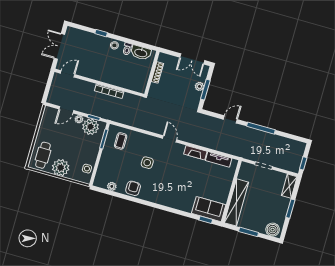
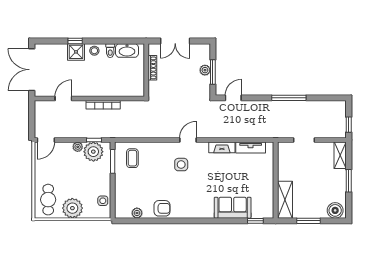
shower: (99, 42) -> (76, 52), added
double door: (59, 46) -> (32, 70), width x1.37
double door: (192, 59) -> (175, 41), moved
door: (68, 74) -> (63, 99), moved
door: (66, 110) -> (46, 140), moved
door: (230, 119) -> (233, 98), moved
door: (170, 139) -> (188, 140), hinge flipped
side table: (147, 163) -> (181, 165), moved
armchair: (133, 188) -> (162, 208), turned 90
shelving: (236, 202) -> (285, 200), width x0.68
sofa: (209, 209) -> (233, 208), moved

